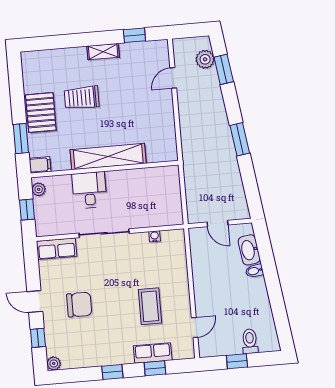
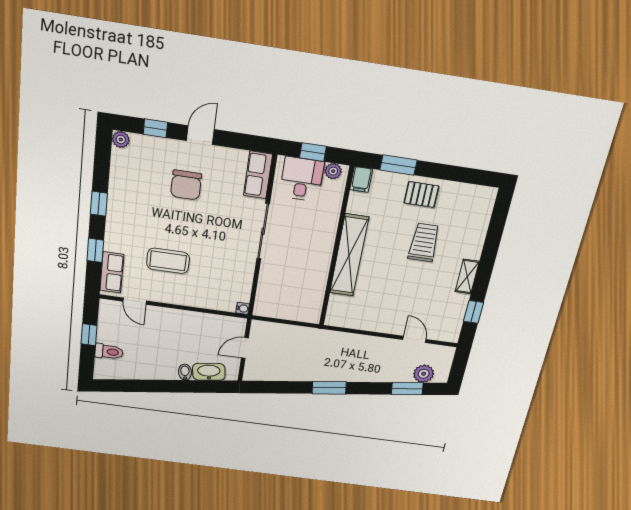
pallet: (41, 113) -> (421, 194), width x0.67, depth x0.71
desk: (89, 190) -> (302, 179), moved, turned -90
water cooler: (155, 236) -> (243, 308), moved
row of seats: (153, 353) -> (112, 272), moved

